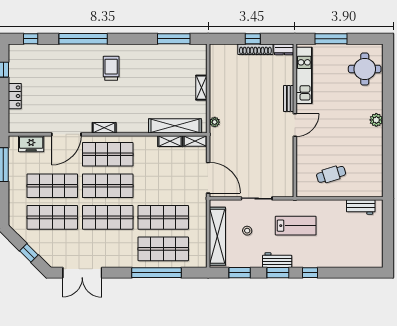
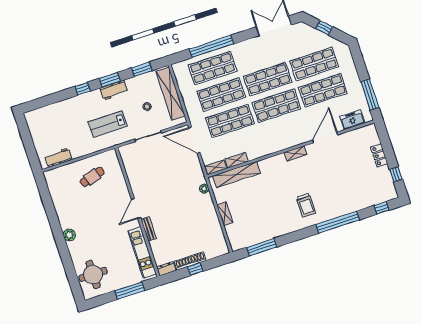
shop shelf: (108, 154) -> (230, 121), moved

